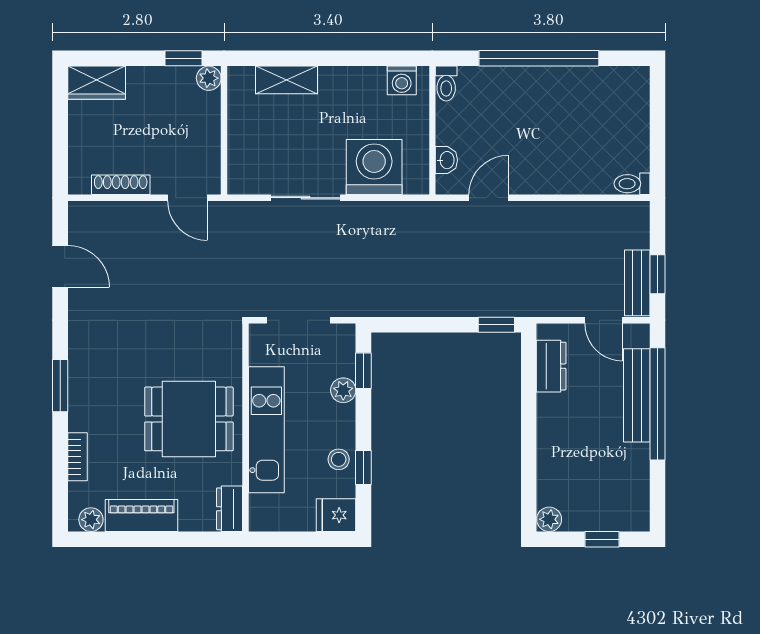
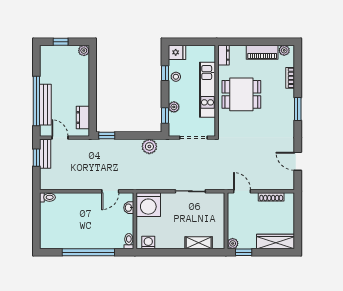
wardrobe: (97, 83) -> (275, 242), width x1.50
washing machine: (374, 167) -> (148, 205), moved
plant: (399, 300) -> (149, 146), added

